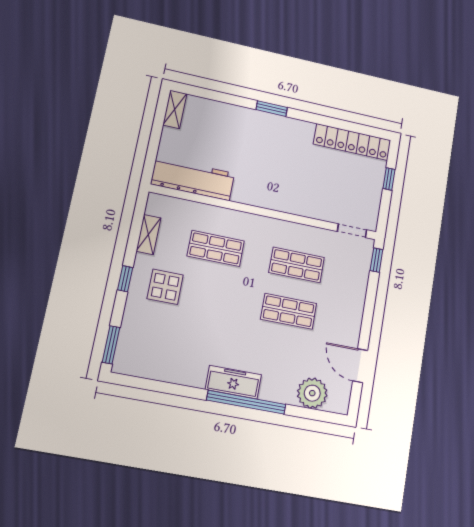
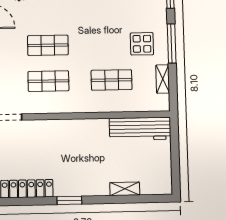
shelving: (175, 109) -> (125, 189), moved, turned 90
window: (272, 109) -> (69, 200), moved
window: (125, 279) -> (172, 43), width x2.17

